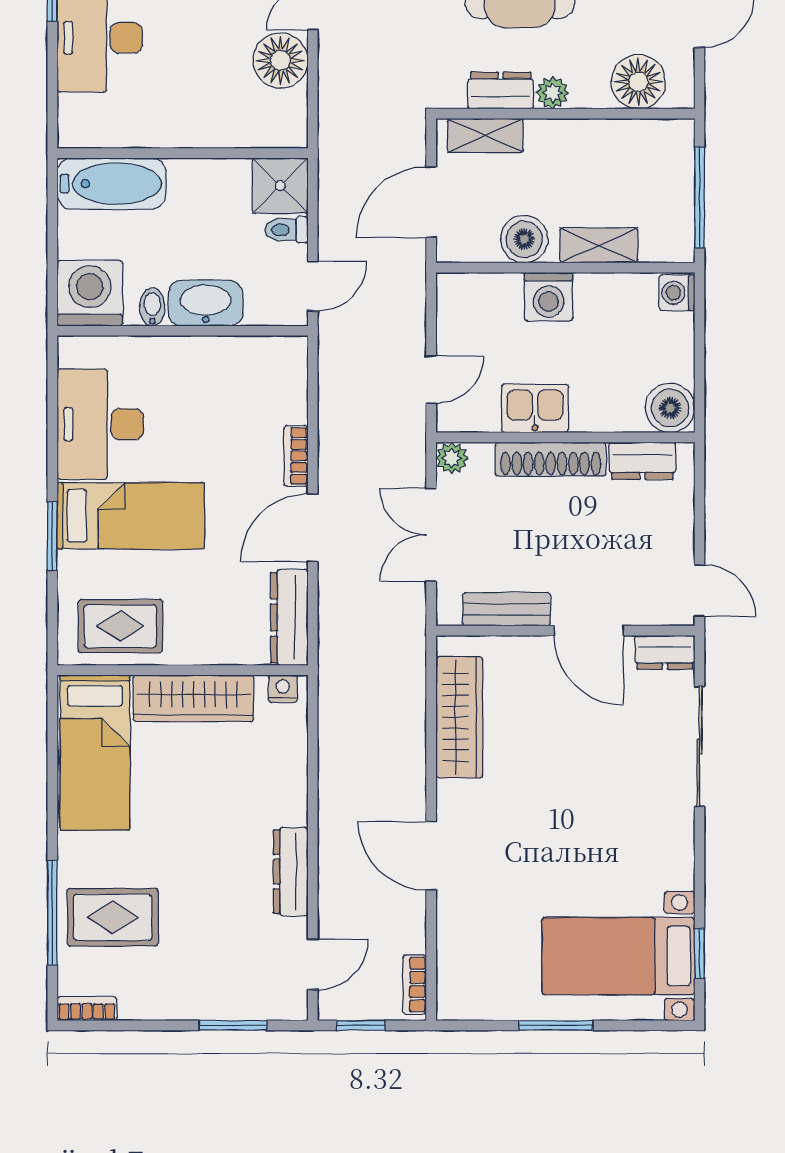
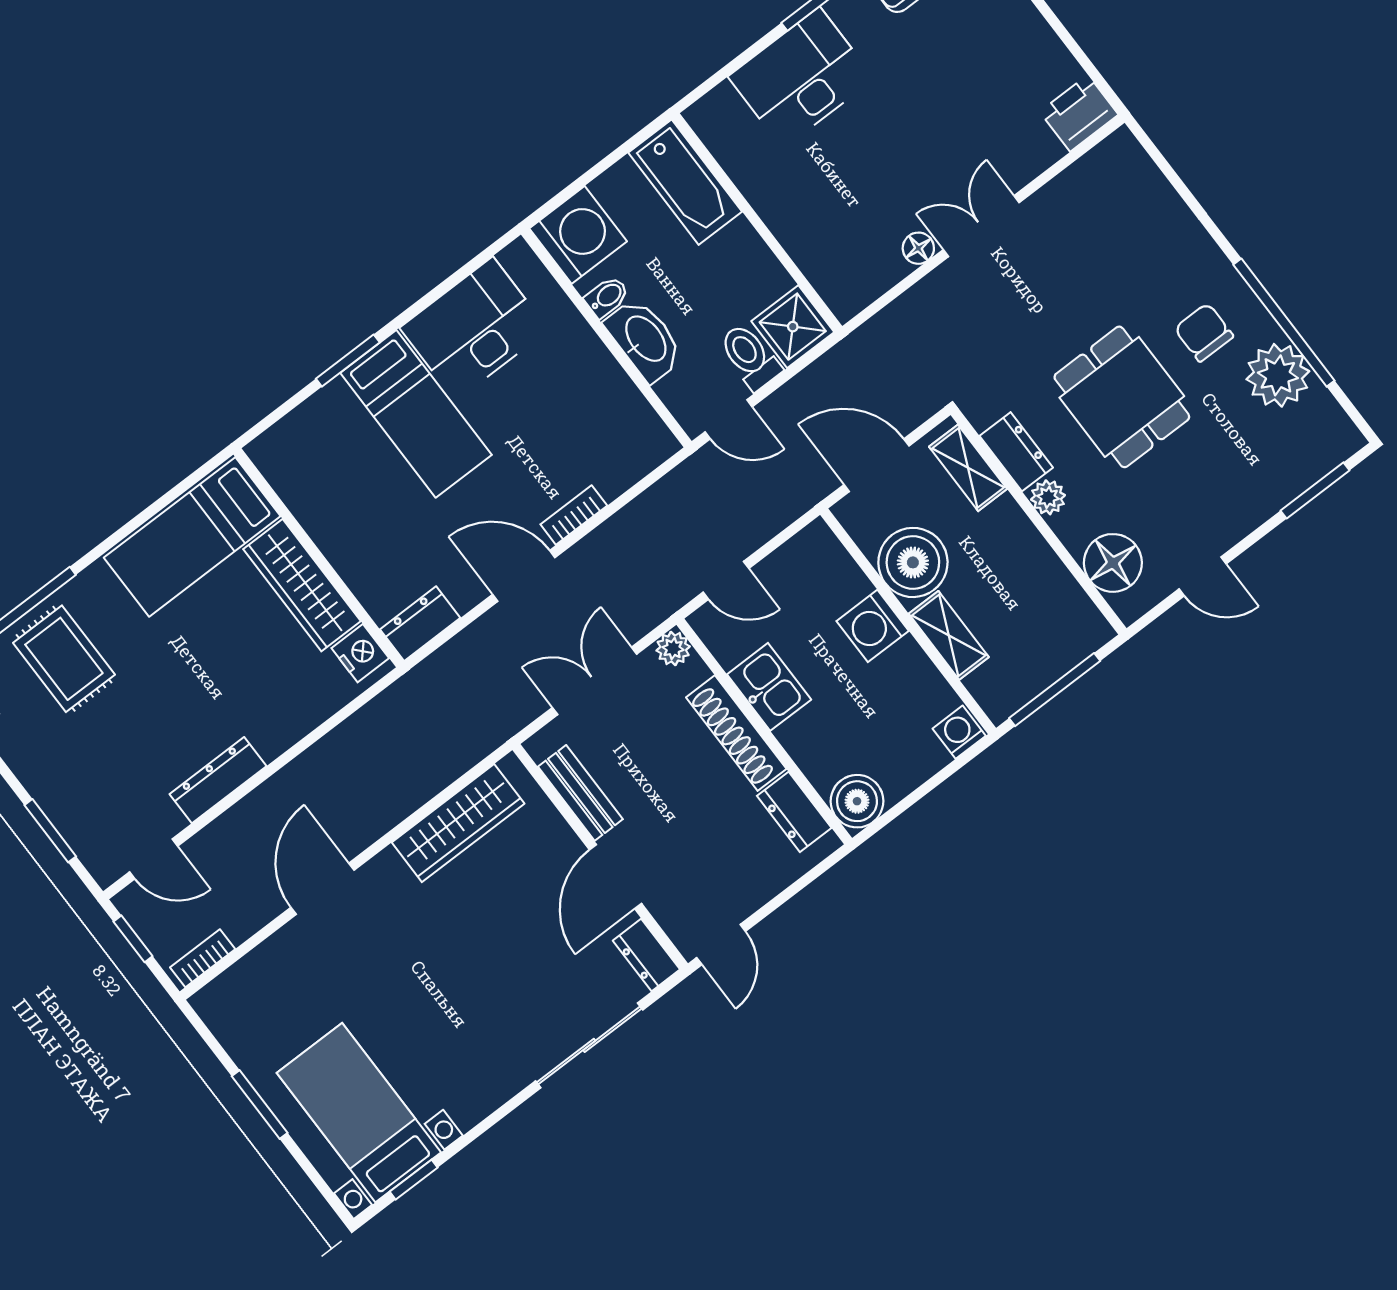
floor lamp: (280, 60) -> (918, 248), width x0.53, depth x0.53
toilet: (287, 230) -> (750, 357), width x1.37, depth x1.39
boiler: (524, 239) -> (913, 562), width x1.37, depth x1.37
dresser: (289, 618) -> (420, 624), width x0.70
rug: (120, 626) -> (316, 477), removed
nightstand: (283, 689) -> (360, 653), width x1.39, depth x1.35

